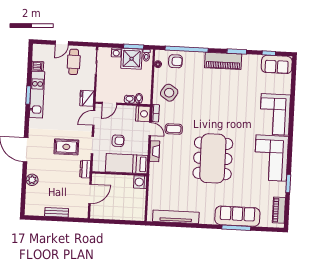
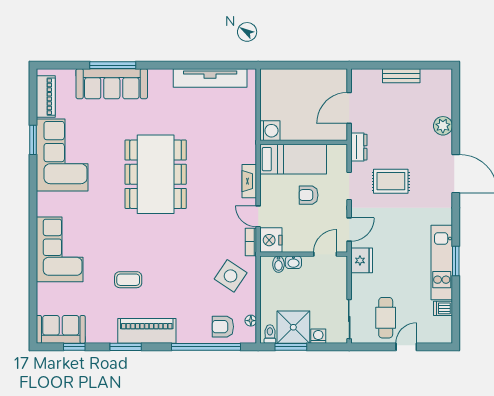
coffee table: (174, 129) -> (128, 280), moved
corner sofa: (271, 158) -> (62, 155), moved

